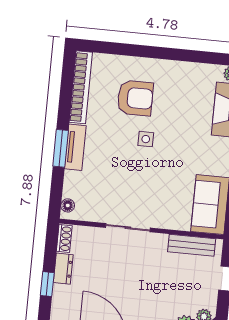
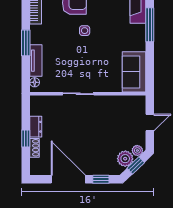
tv unit: (75, 147) -> (36, 61), moved
shoe rack: (64, 239) -> (34, 148), moved
bench: (192, 245) -> (124, 102), removed

